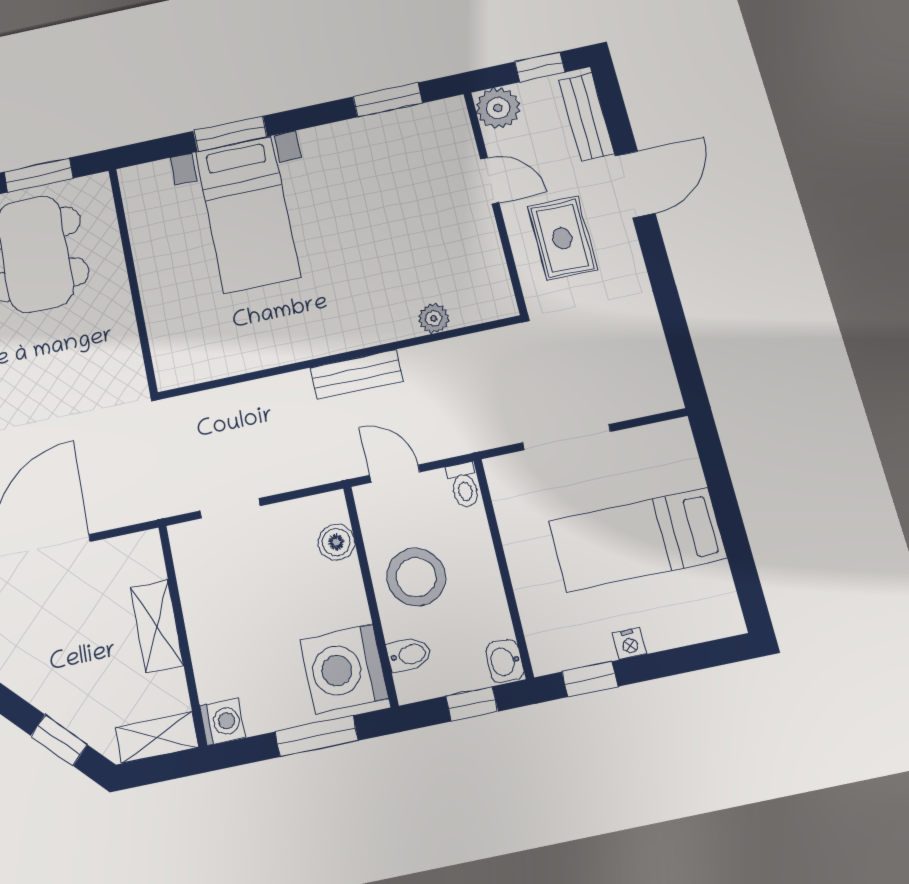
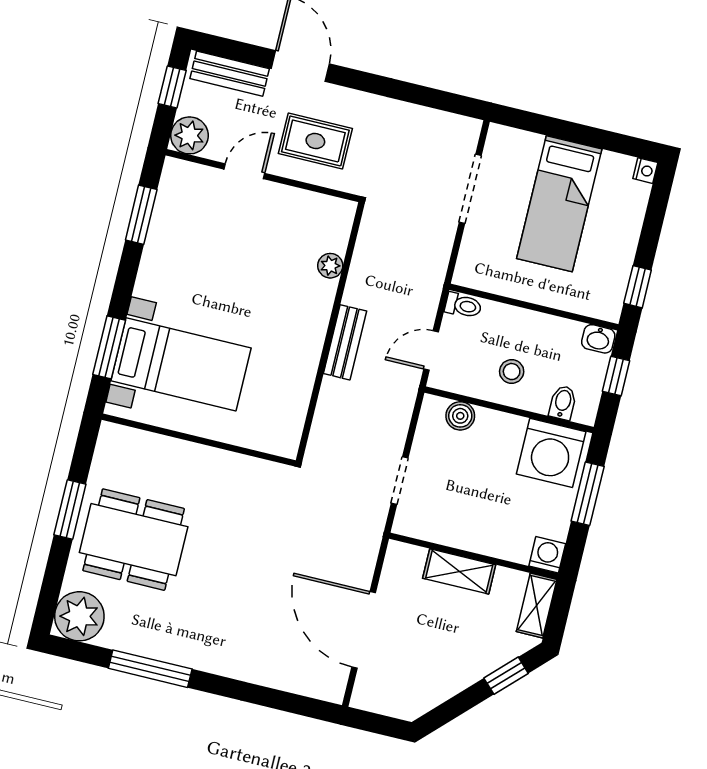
wall: (133, 279) -> (199, 440), moved
doorway: (567, 437) -> (470, 189), moved
stool: (416, 577) -> (512, 372), width x0.53, depth x0.53
nightstand: (630, 644) -> (645, 171), moved

